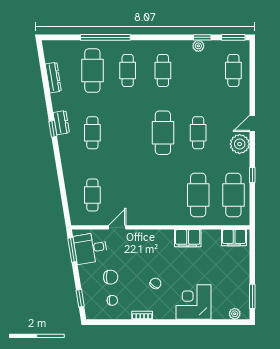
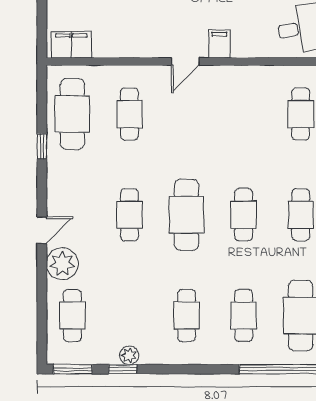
cafe table: (128, 133) -> (244, 215), added
plant: (240, 144) -> (62, 264), moved
cafe table: (198, 195) -> (129, 114), width x0.73, depth x0.74
door: (117, 227) -> (185, 61), moved
filing cabinet: (188, 238) -> (219, 44), moved, width x0.50

